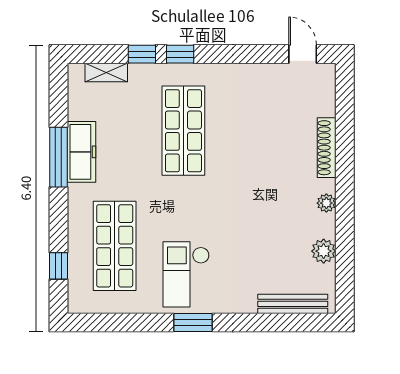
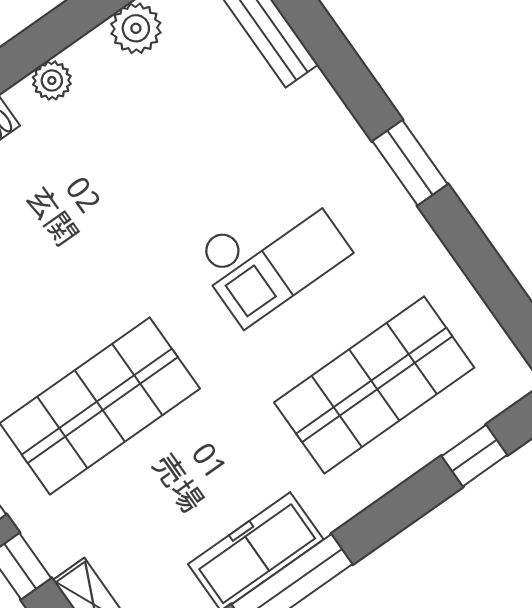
checkout: (186, 274) -> (272, 253), moved

